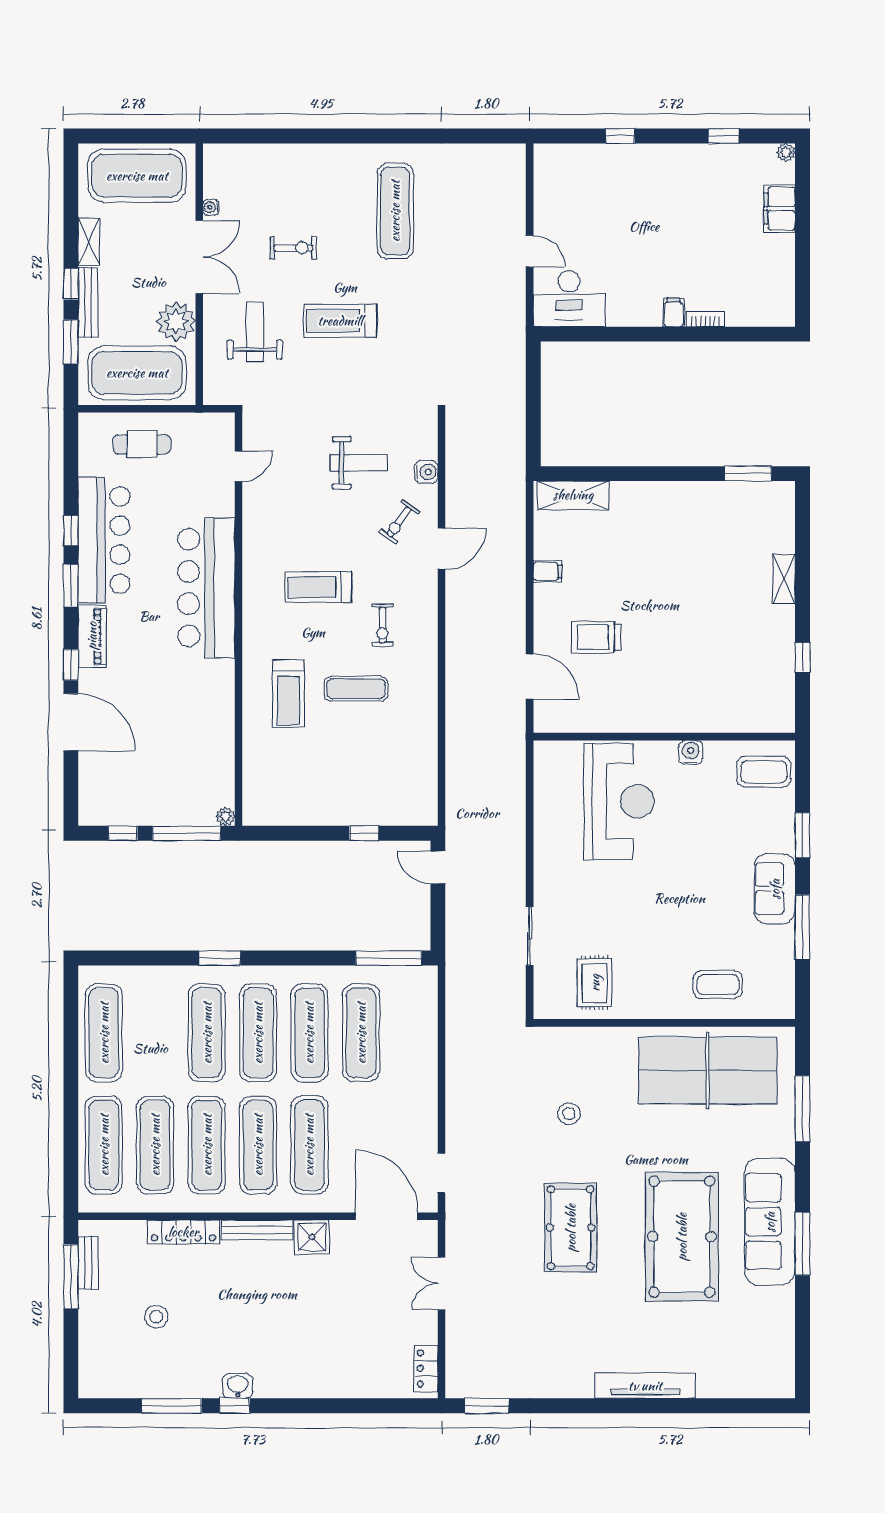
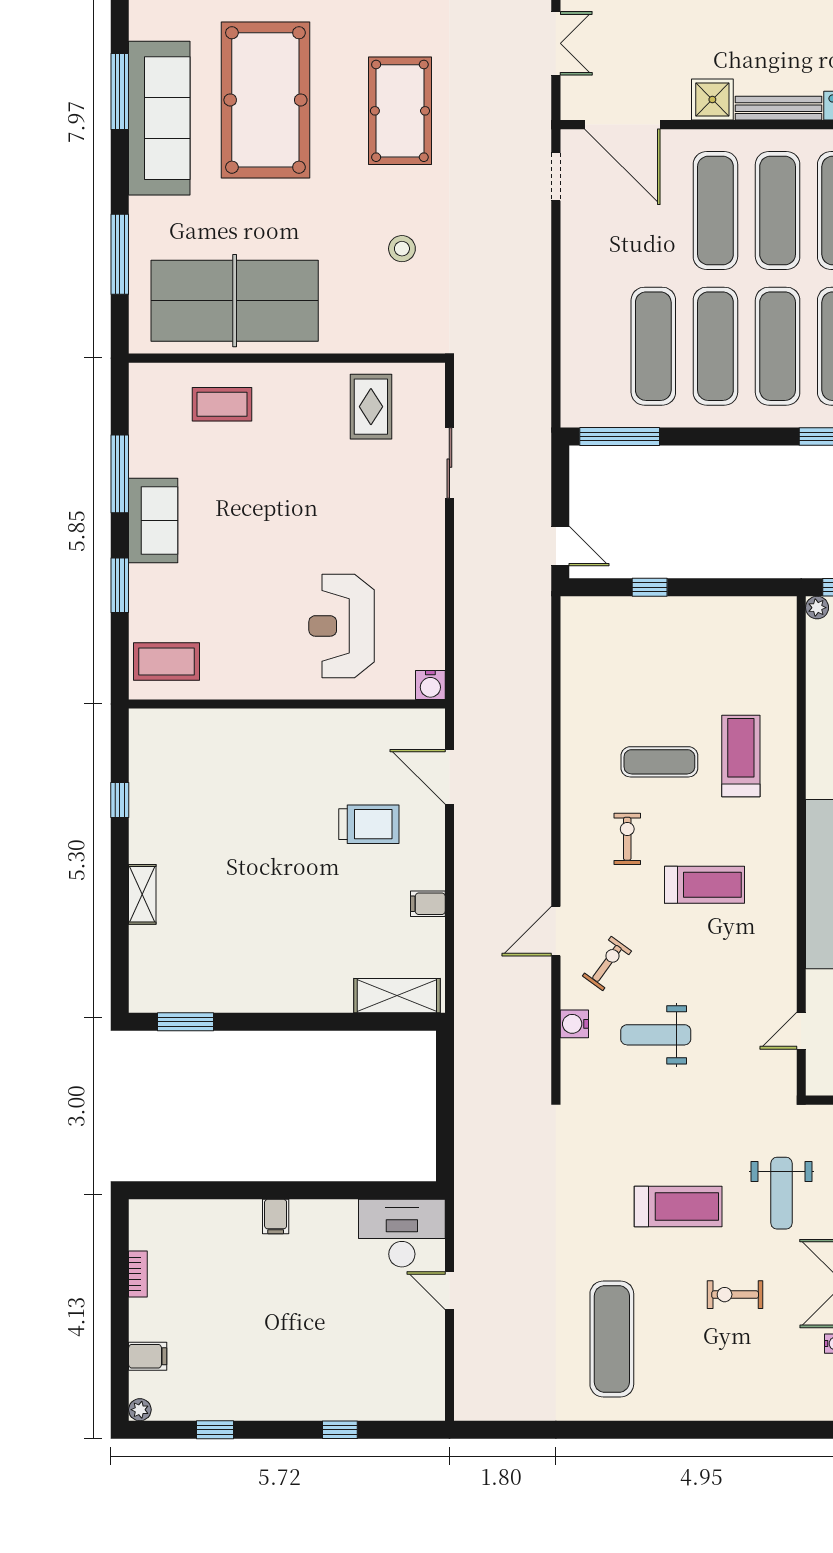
filing cabinet: (779, 209) -> (148, 1356), width x0.50
bookcase: (705, 319) -> (138, 1274), moved, turned -90
water cooler: (691, 752) -> (430, 685), moved
reception desk: (619, 801) -> (342, 626), width x0.74, depth x0.77

